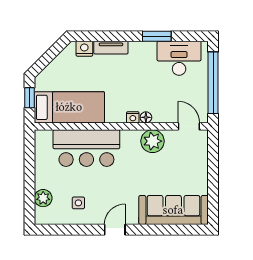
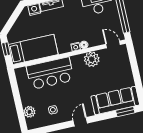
window: (185, 230) -> (125, 112), added

